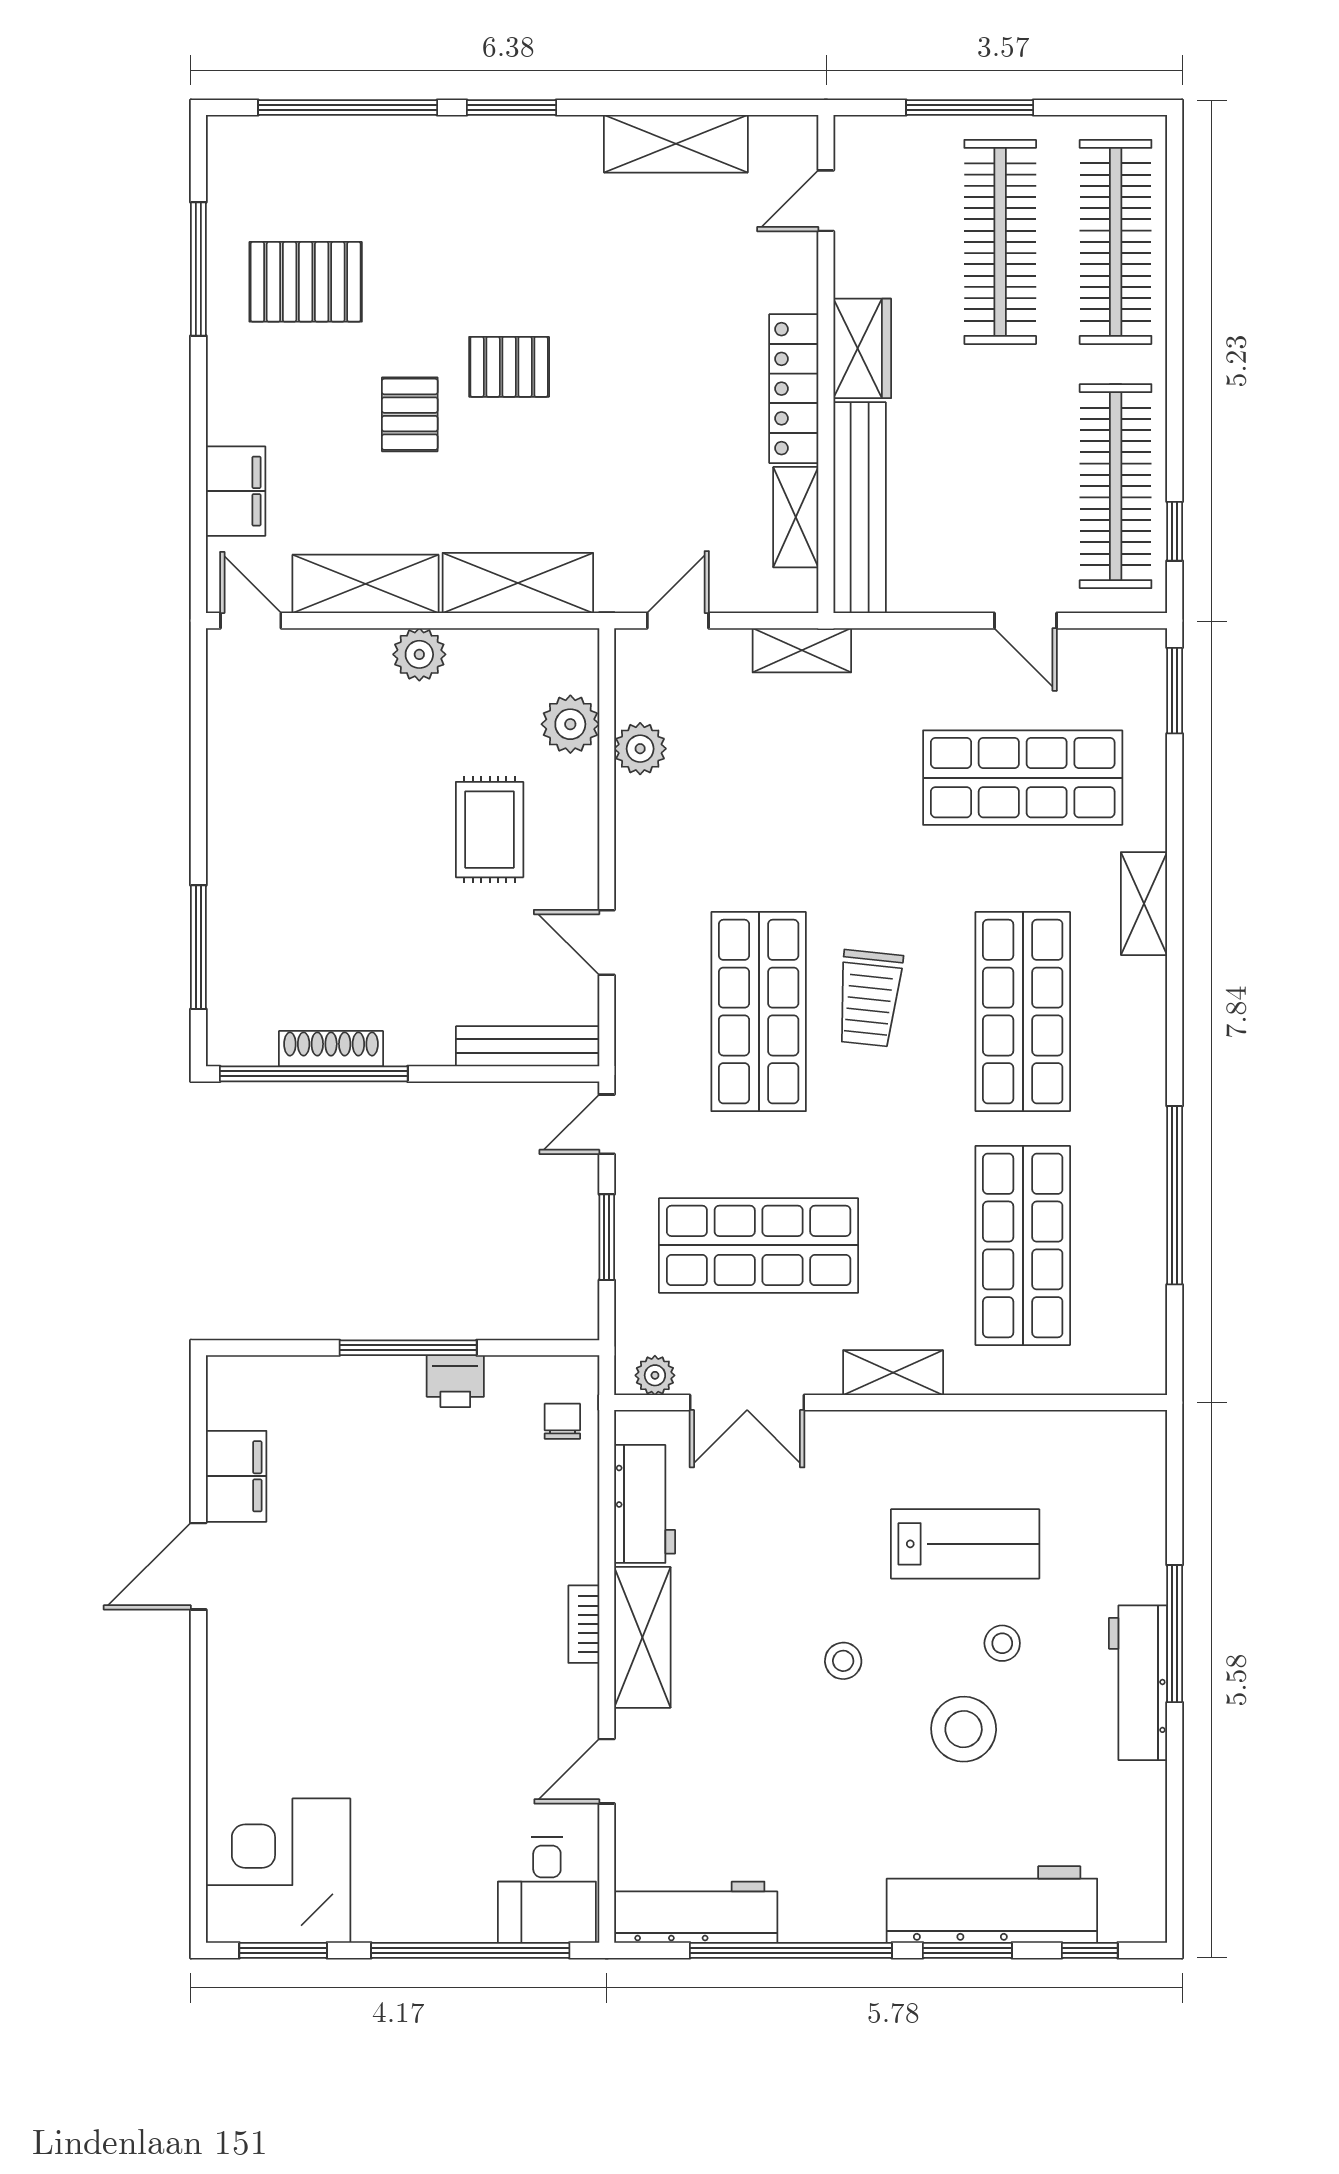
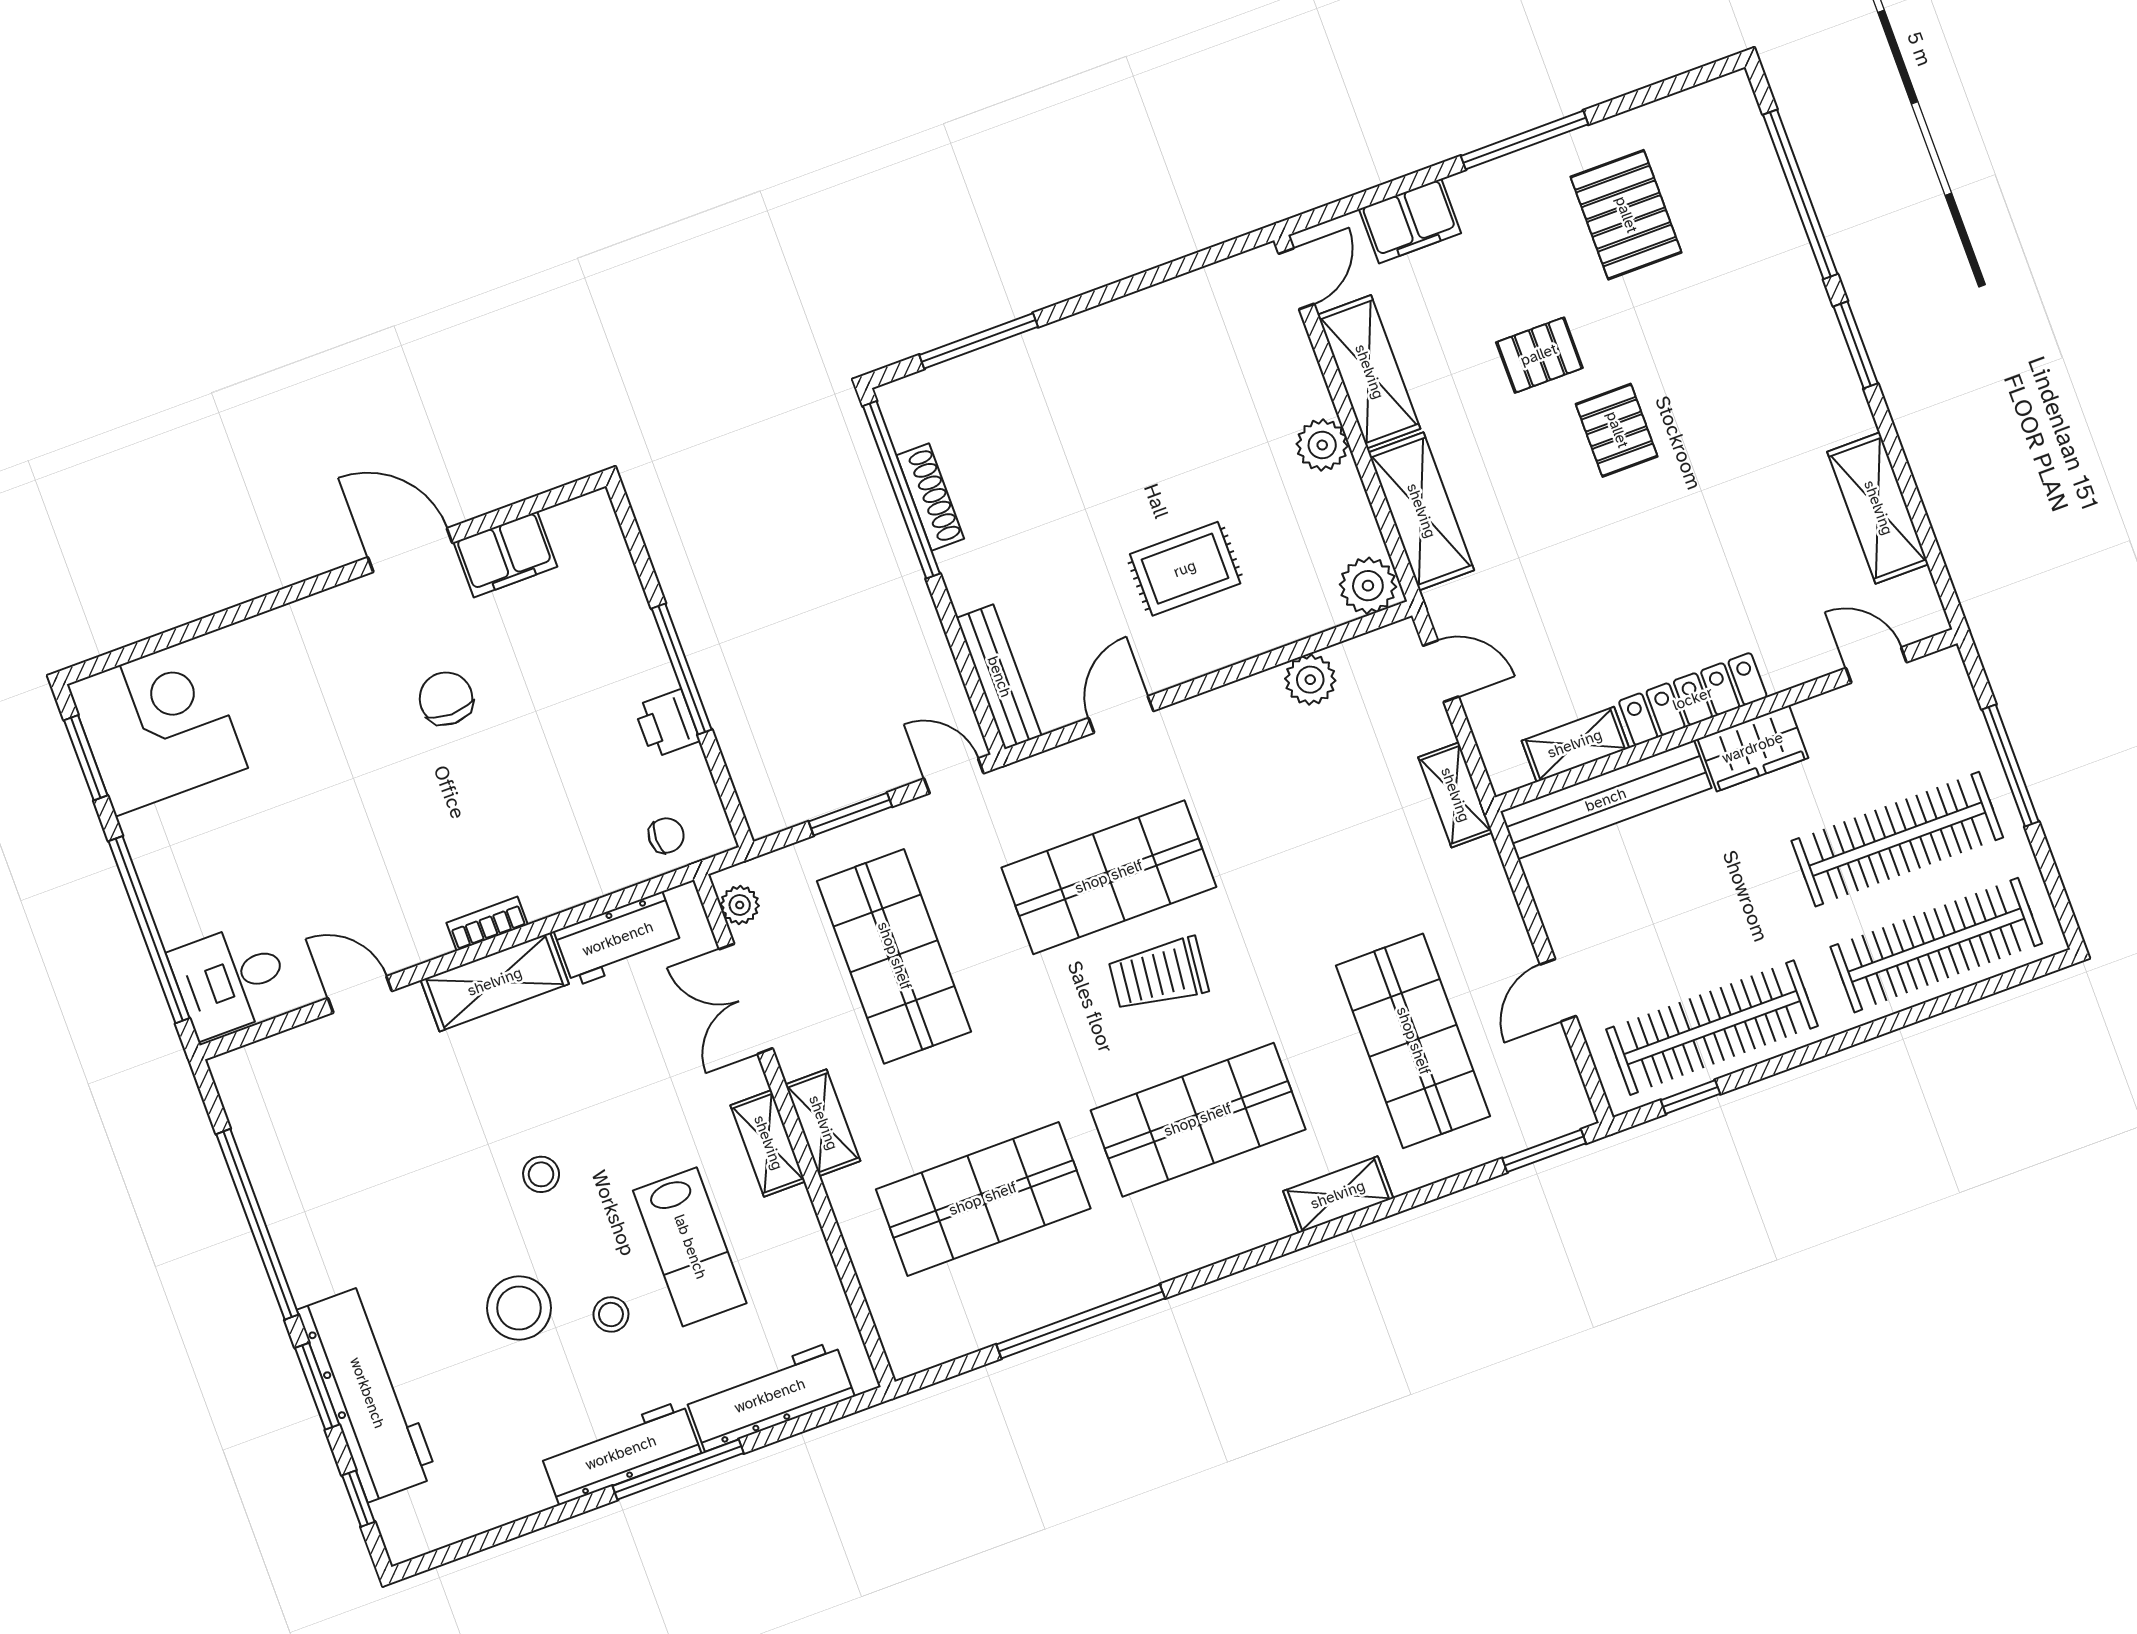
window: (198, 269) -> (1524, 140), moved
plant: (570, 724) -> (1368, 586), moved
shelving: (894, 1432) -> (768, 1143), added
chair: (353, 1584) -> (446, 699), added
workbench: (696, 1912) -> (770, 1396), moved, turned -90

